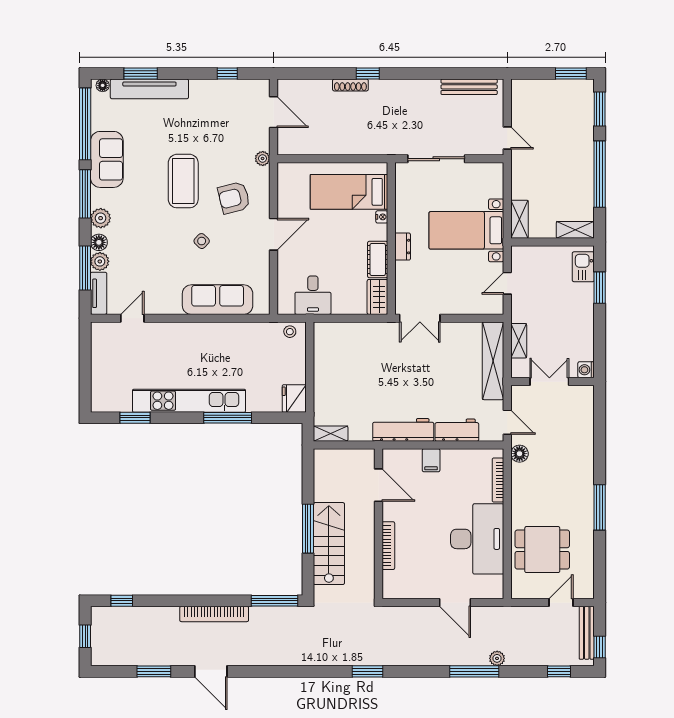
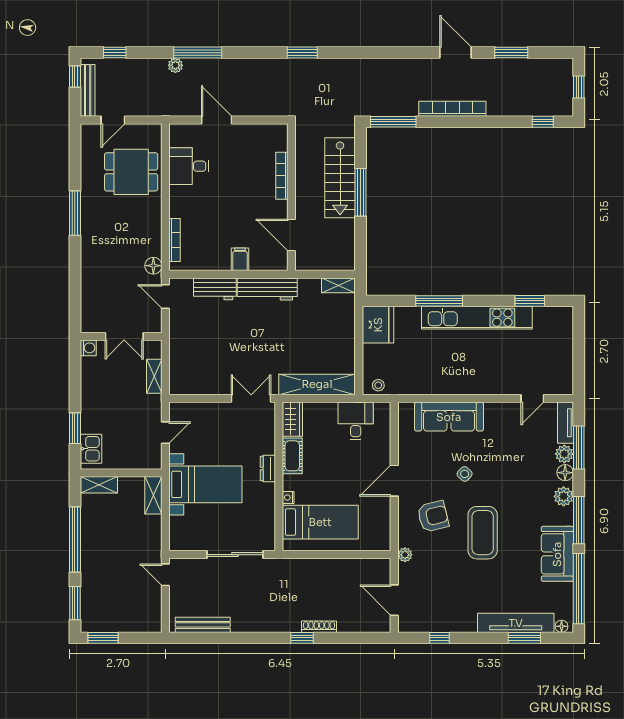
shelving: (493, 361) -> (317, 384), moved, turned 90
fridge: (294, 398) -> (378, 325), width x1.36, depth x1.34
desk: (477, 539) -> (189, 166), width x0.53, depth x0.77

